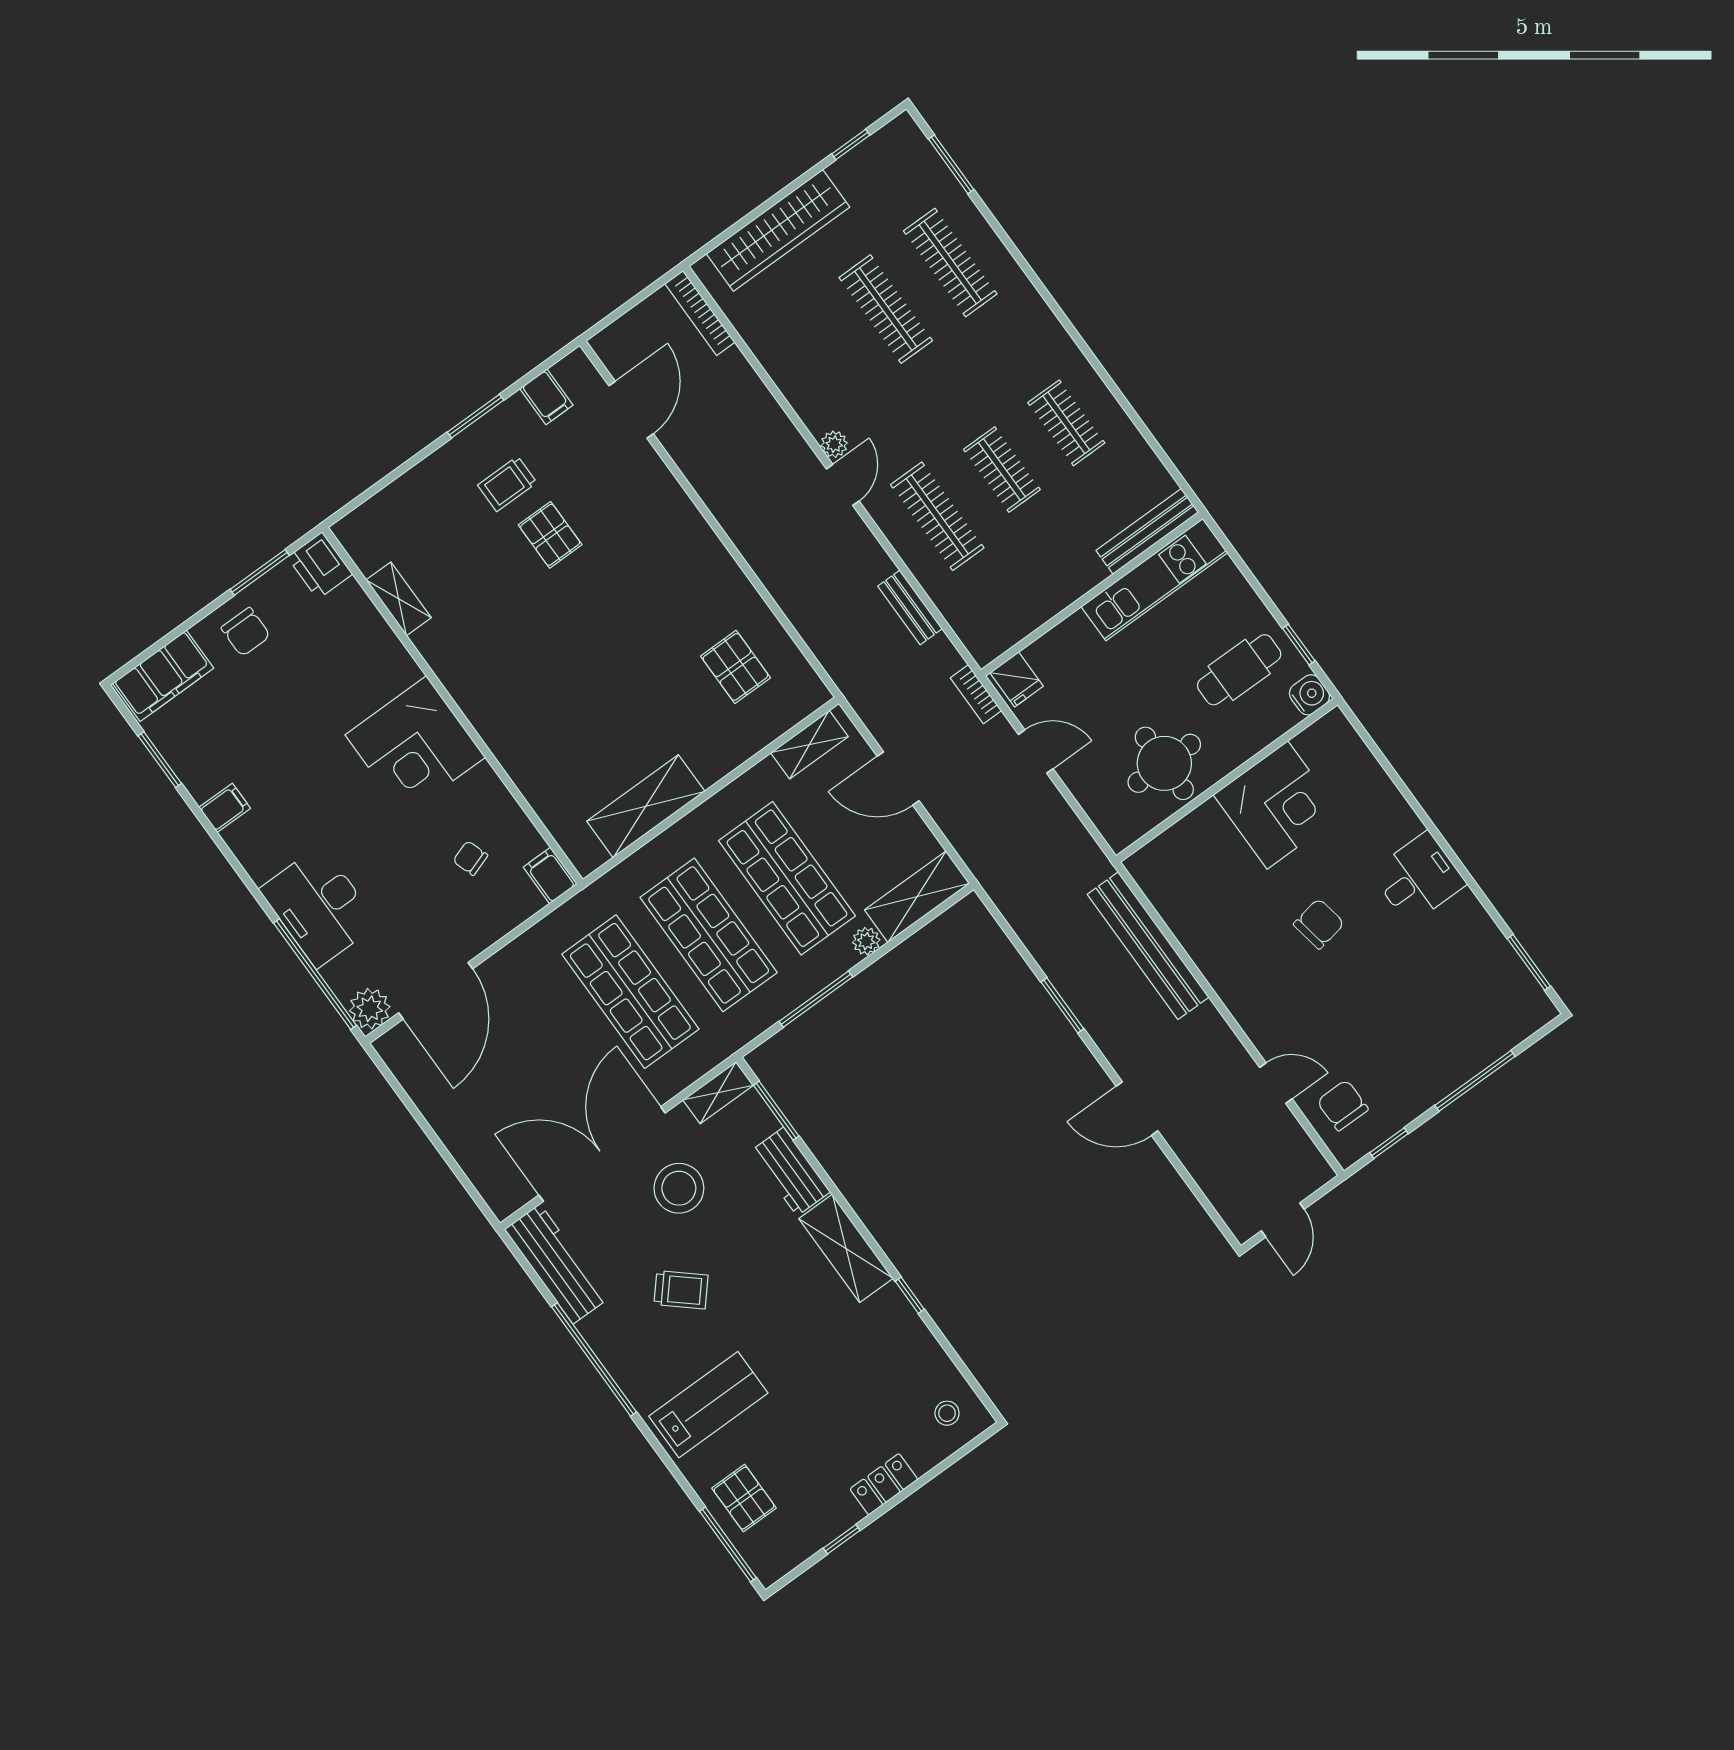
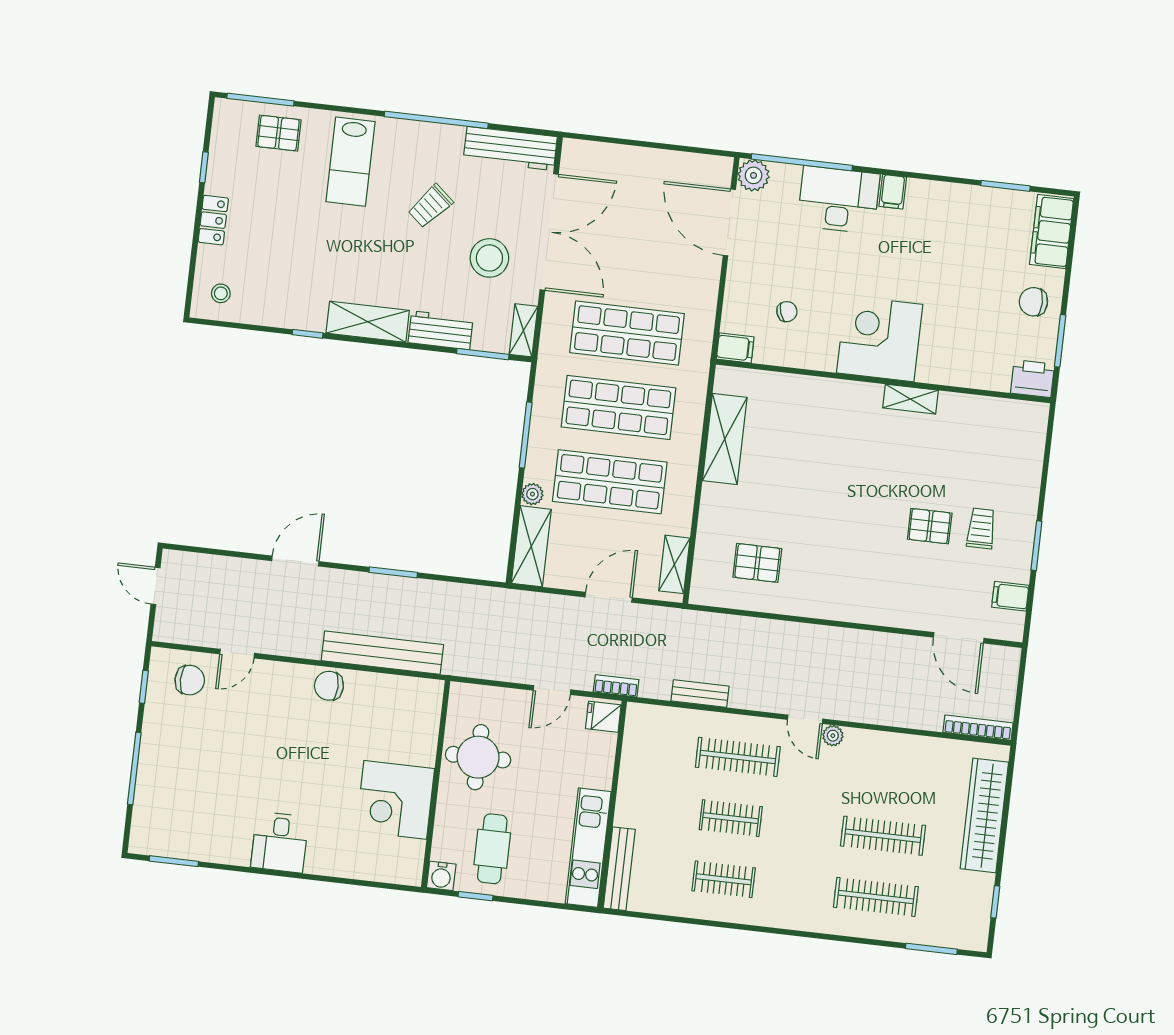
shelving: (399, 599) -> (911, 399), moved
filing cabinet: (225, 808) -> (893, 192), moved
chair: (1319, 924) -> (329, 686), moved, turned 100

